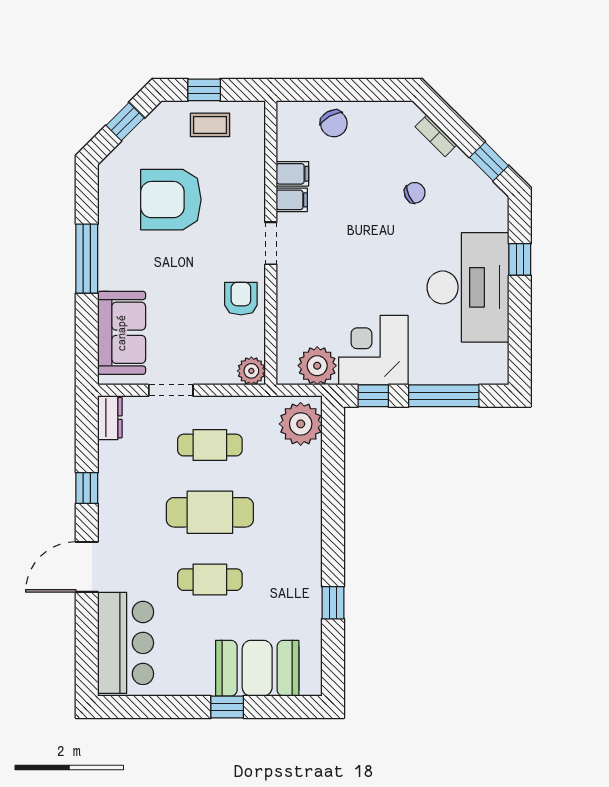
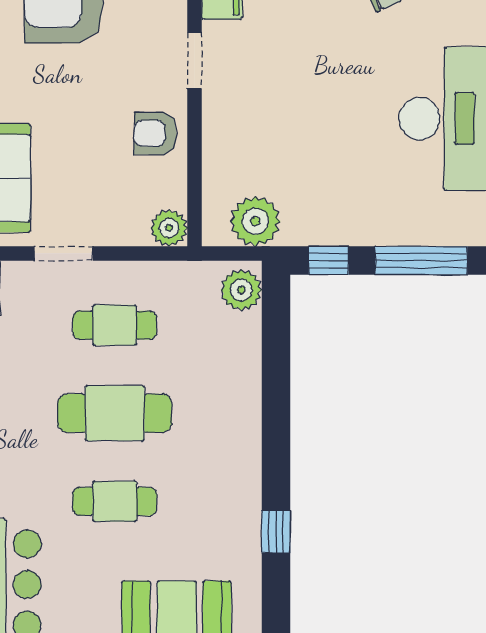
armchair: (241, 299) -> (155, 133), turned -90
corner desk: (373, 350) -> (329, 201), removed
plant: (301, 424) -> (241, 290), width x0.73, depth x0.73

